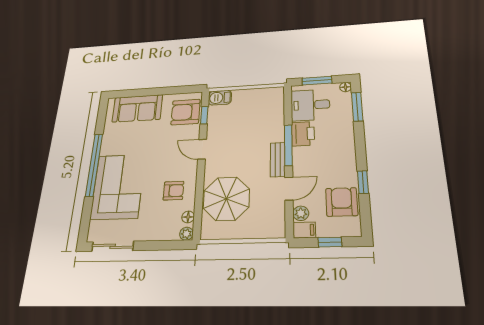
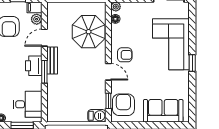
armchair: (186, 112) -> (123, 105), turned -90
printer: (303, 134) -> (34, 66), moved
window: (288, 145) -> (44, 72), width x0.69
window: (94, 165) -> (192, 63), width x0.32
armchair: (174, 191) -> (125, 55), moved, turned 180

